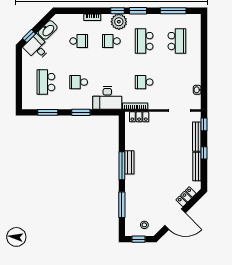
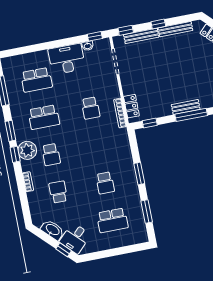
school desk: (177, 41) -> (36, 80), turned 180
window: (204, 97) -> (95, 36), added
desk: (107, 98) -> (67, 59), moved, turned -90
window: (122, 130) -> (150, 123), added

